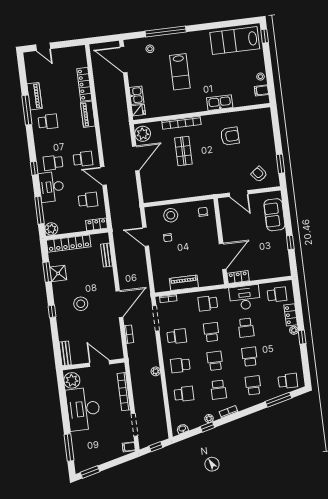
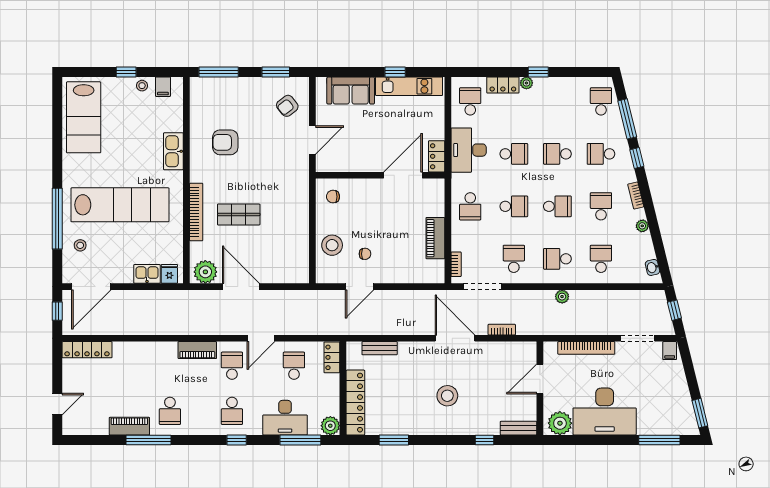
window: (265, 36) -> (126, 72), moved
window: (105, 39) -> (57, 311), added
lab bench: (180, 72) -> (120, 205), width x1.86, depth x1.39
locker: (84, 84) -> (87, 350), moved
piano: (88, 114) -> (197, 350), moved
school desk: (48, 122) -> (170, 411), turned 180
window: (276, 126) -> (219, 72), added
armchair: (230, 136) -> (225, 142), turned -88
desk: (51, 187) -> (285, 418), moved
kitchen unit: (282, 253) -> (409, 86), added
door: (223, 256) -> (403, 175), hinge flipped
shower: (58, 273) -> (398, 424), removed
window: (52, 311) -> (485, 440), moved
school desk: (211, 332) -> (514, 206), turned 180
school desk: (215, 361) -> (557, 206), turned 180
school desk: (180, 365) -> (557, 259), turned 90
school desk: (218, 390) -> (601, 206), turned -90
window: (207, 427) -> (637, 158), moved

